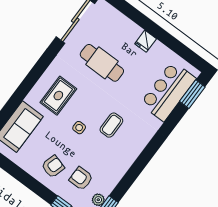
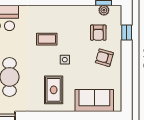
rug: (58, 96) -> (54, 90), turned 90

